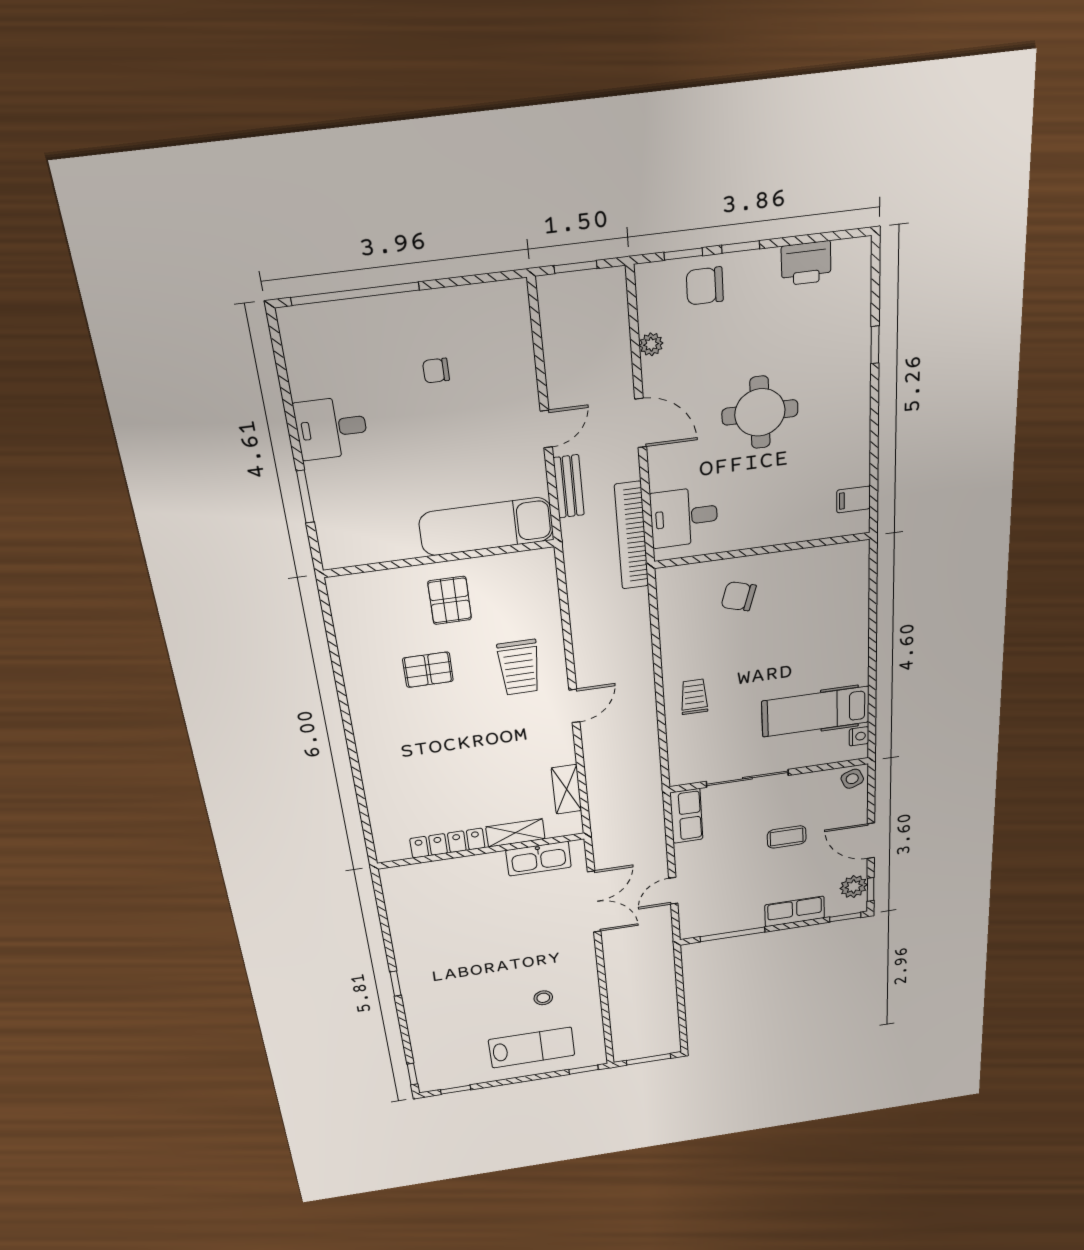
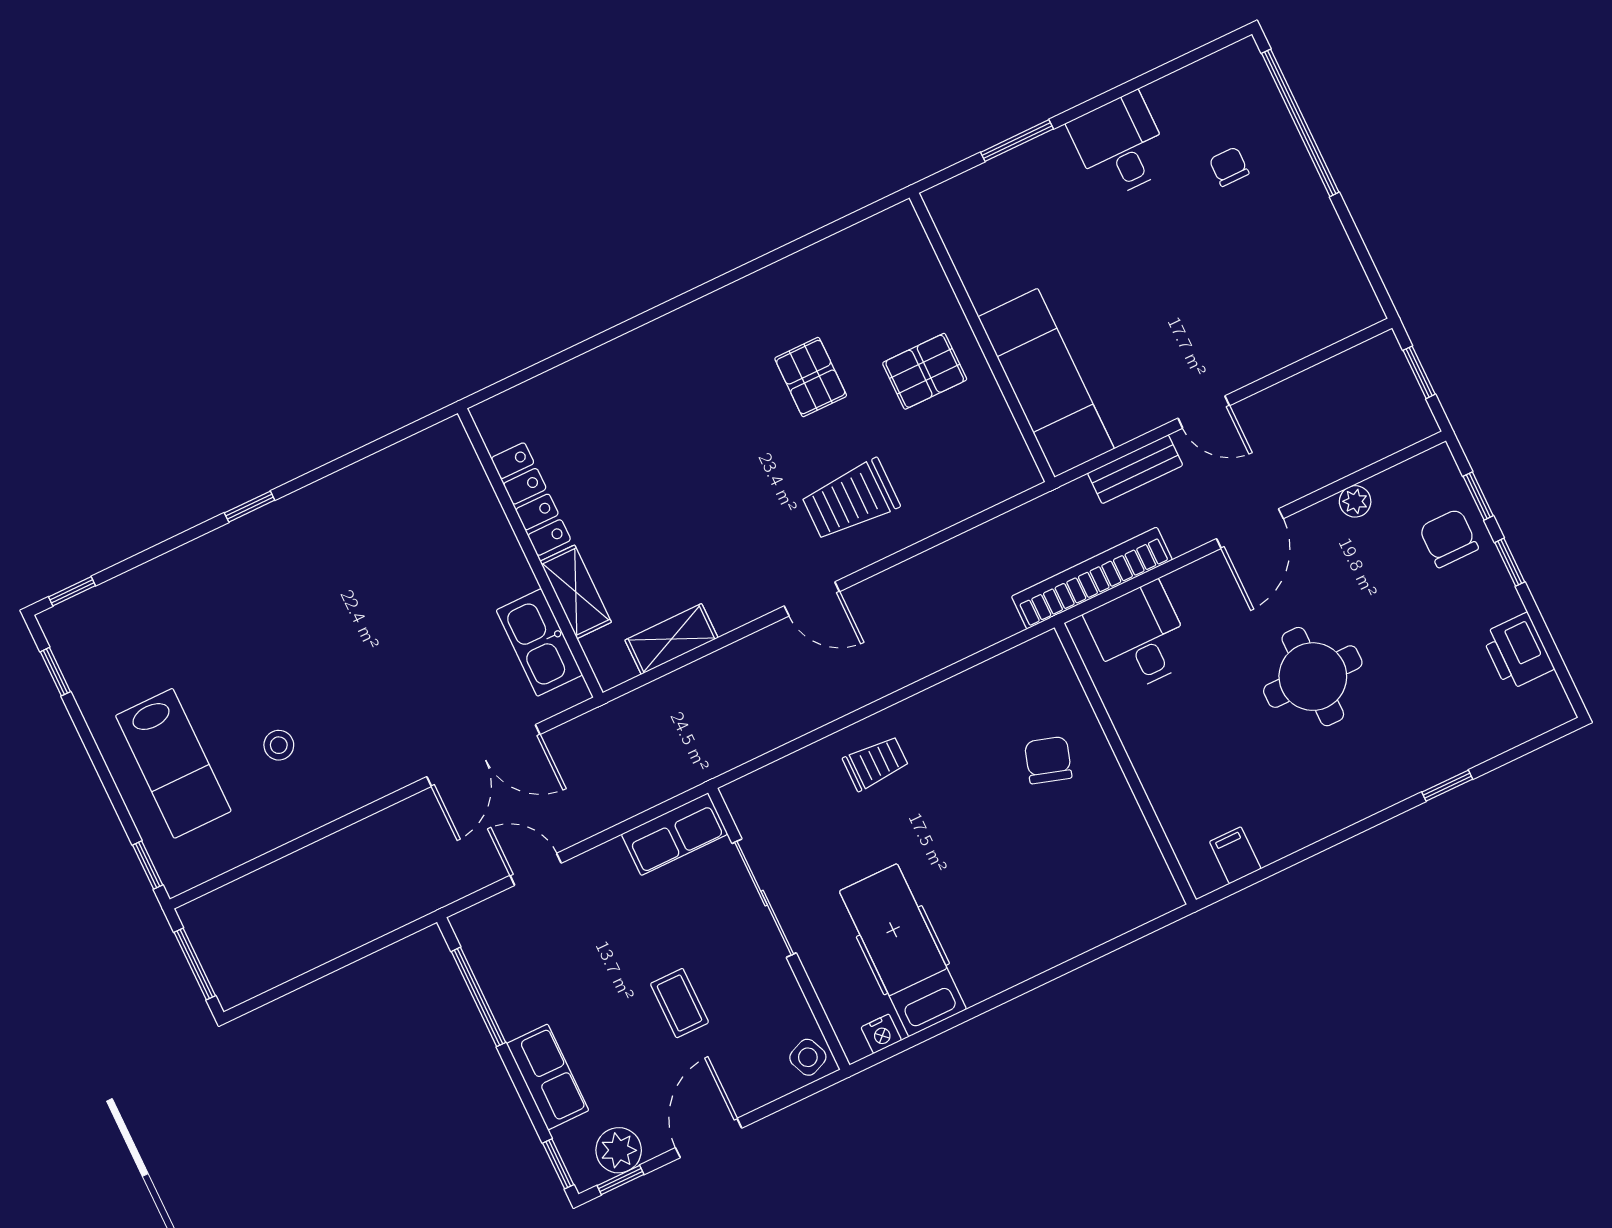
chair: (436, 371) -> (1229, 167), moved

